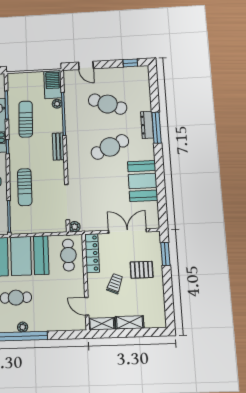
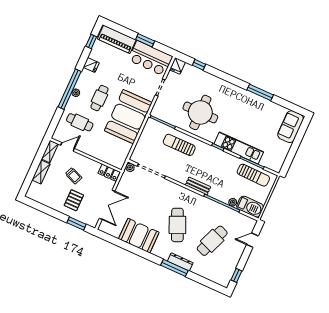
sun lounger: (26, 119) -> (253, 175), moved
locker: (92, 253) -> (109, 173), width x0.66
cafe table: (68, 255) -> (80, 122), moved

